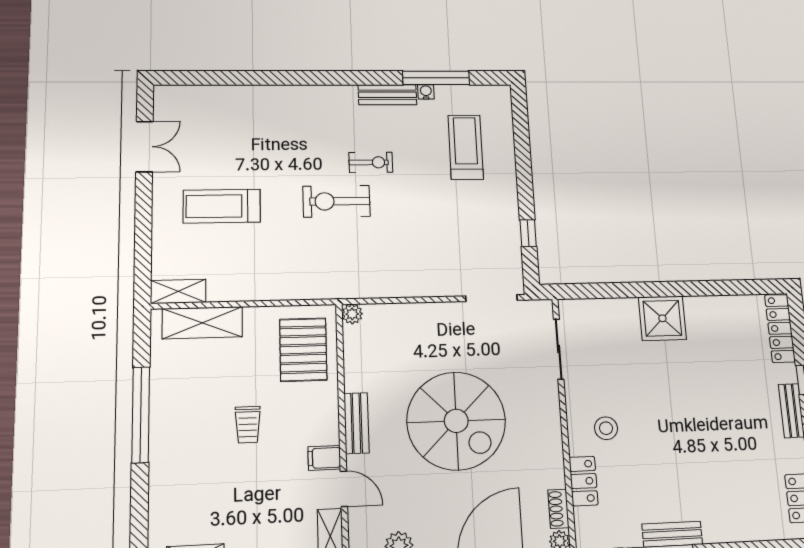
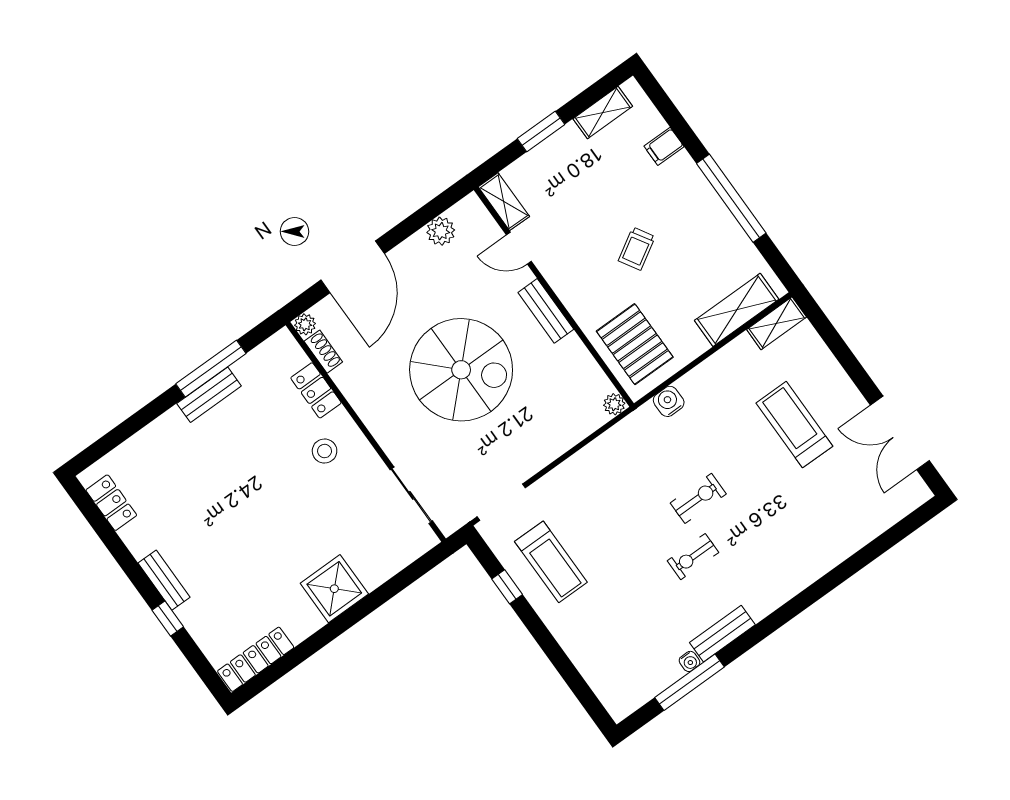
double door: (144, 147) -> (900, 433), width x1.37
treadmill: (466, 147) -> (551, 562), moved
exercise bike: (337, 201) -> (698, 498), width x0.73, depth x0.72
treadmill: (222, 206) -> (794, 425), turned -90
water cooler: (308, 288) -> (669, 401), added
locker: (780, 328) -> (256, 659), moved, turned -90
spiral stairs: (456, 421) -> (461, 370), turned 180
trolley: (248, 425) -> (637, 249), turned -121
filing cabinet: (324, 458) -> (664, 146), moved, turned 180

